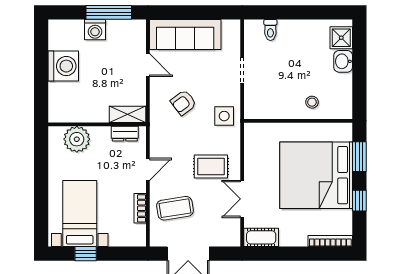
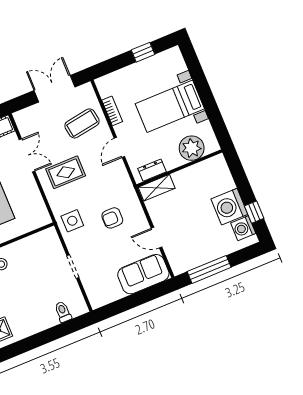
washing machine: (95, 30) -> (243, 228), moved, turned -90
sofa: (185, 34) -> (143, 274), width x0.73
window: (41, 51) -> (254, 212), added
armchair: (183, 103) -> (112, 218), turned -143
bed with nightstands: (80, 214) -> (170, 106), moved, turned 90

